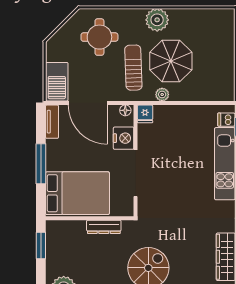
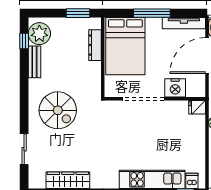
floor lamp: (125, 110) -> (200, 89), removed
tv unit: (52, 122) -> (184, 23), width x1.41
dresser: (104, 227) -> (95, 45), moved

